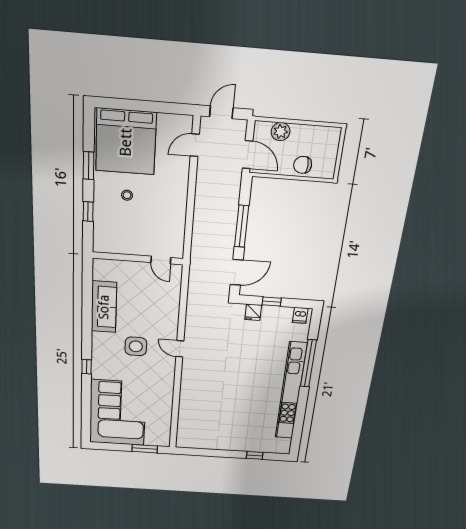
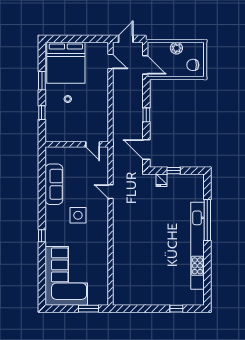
plant: (281, 132) -> (176, 48), moved
door: (195, 145) -> (110, 61), swing flipped
chair: (303, 165) -> (193, 65), moved
window: (242, 226) -> (146, 115), width x0.46
door: (237, 272) -> (146, 150), swing flipped
dishwasher: (300, 315) -> (196, 180), removed
door: (180, 349) -> (110, 192), moved

